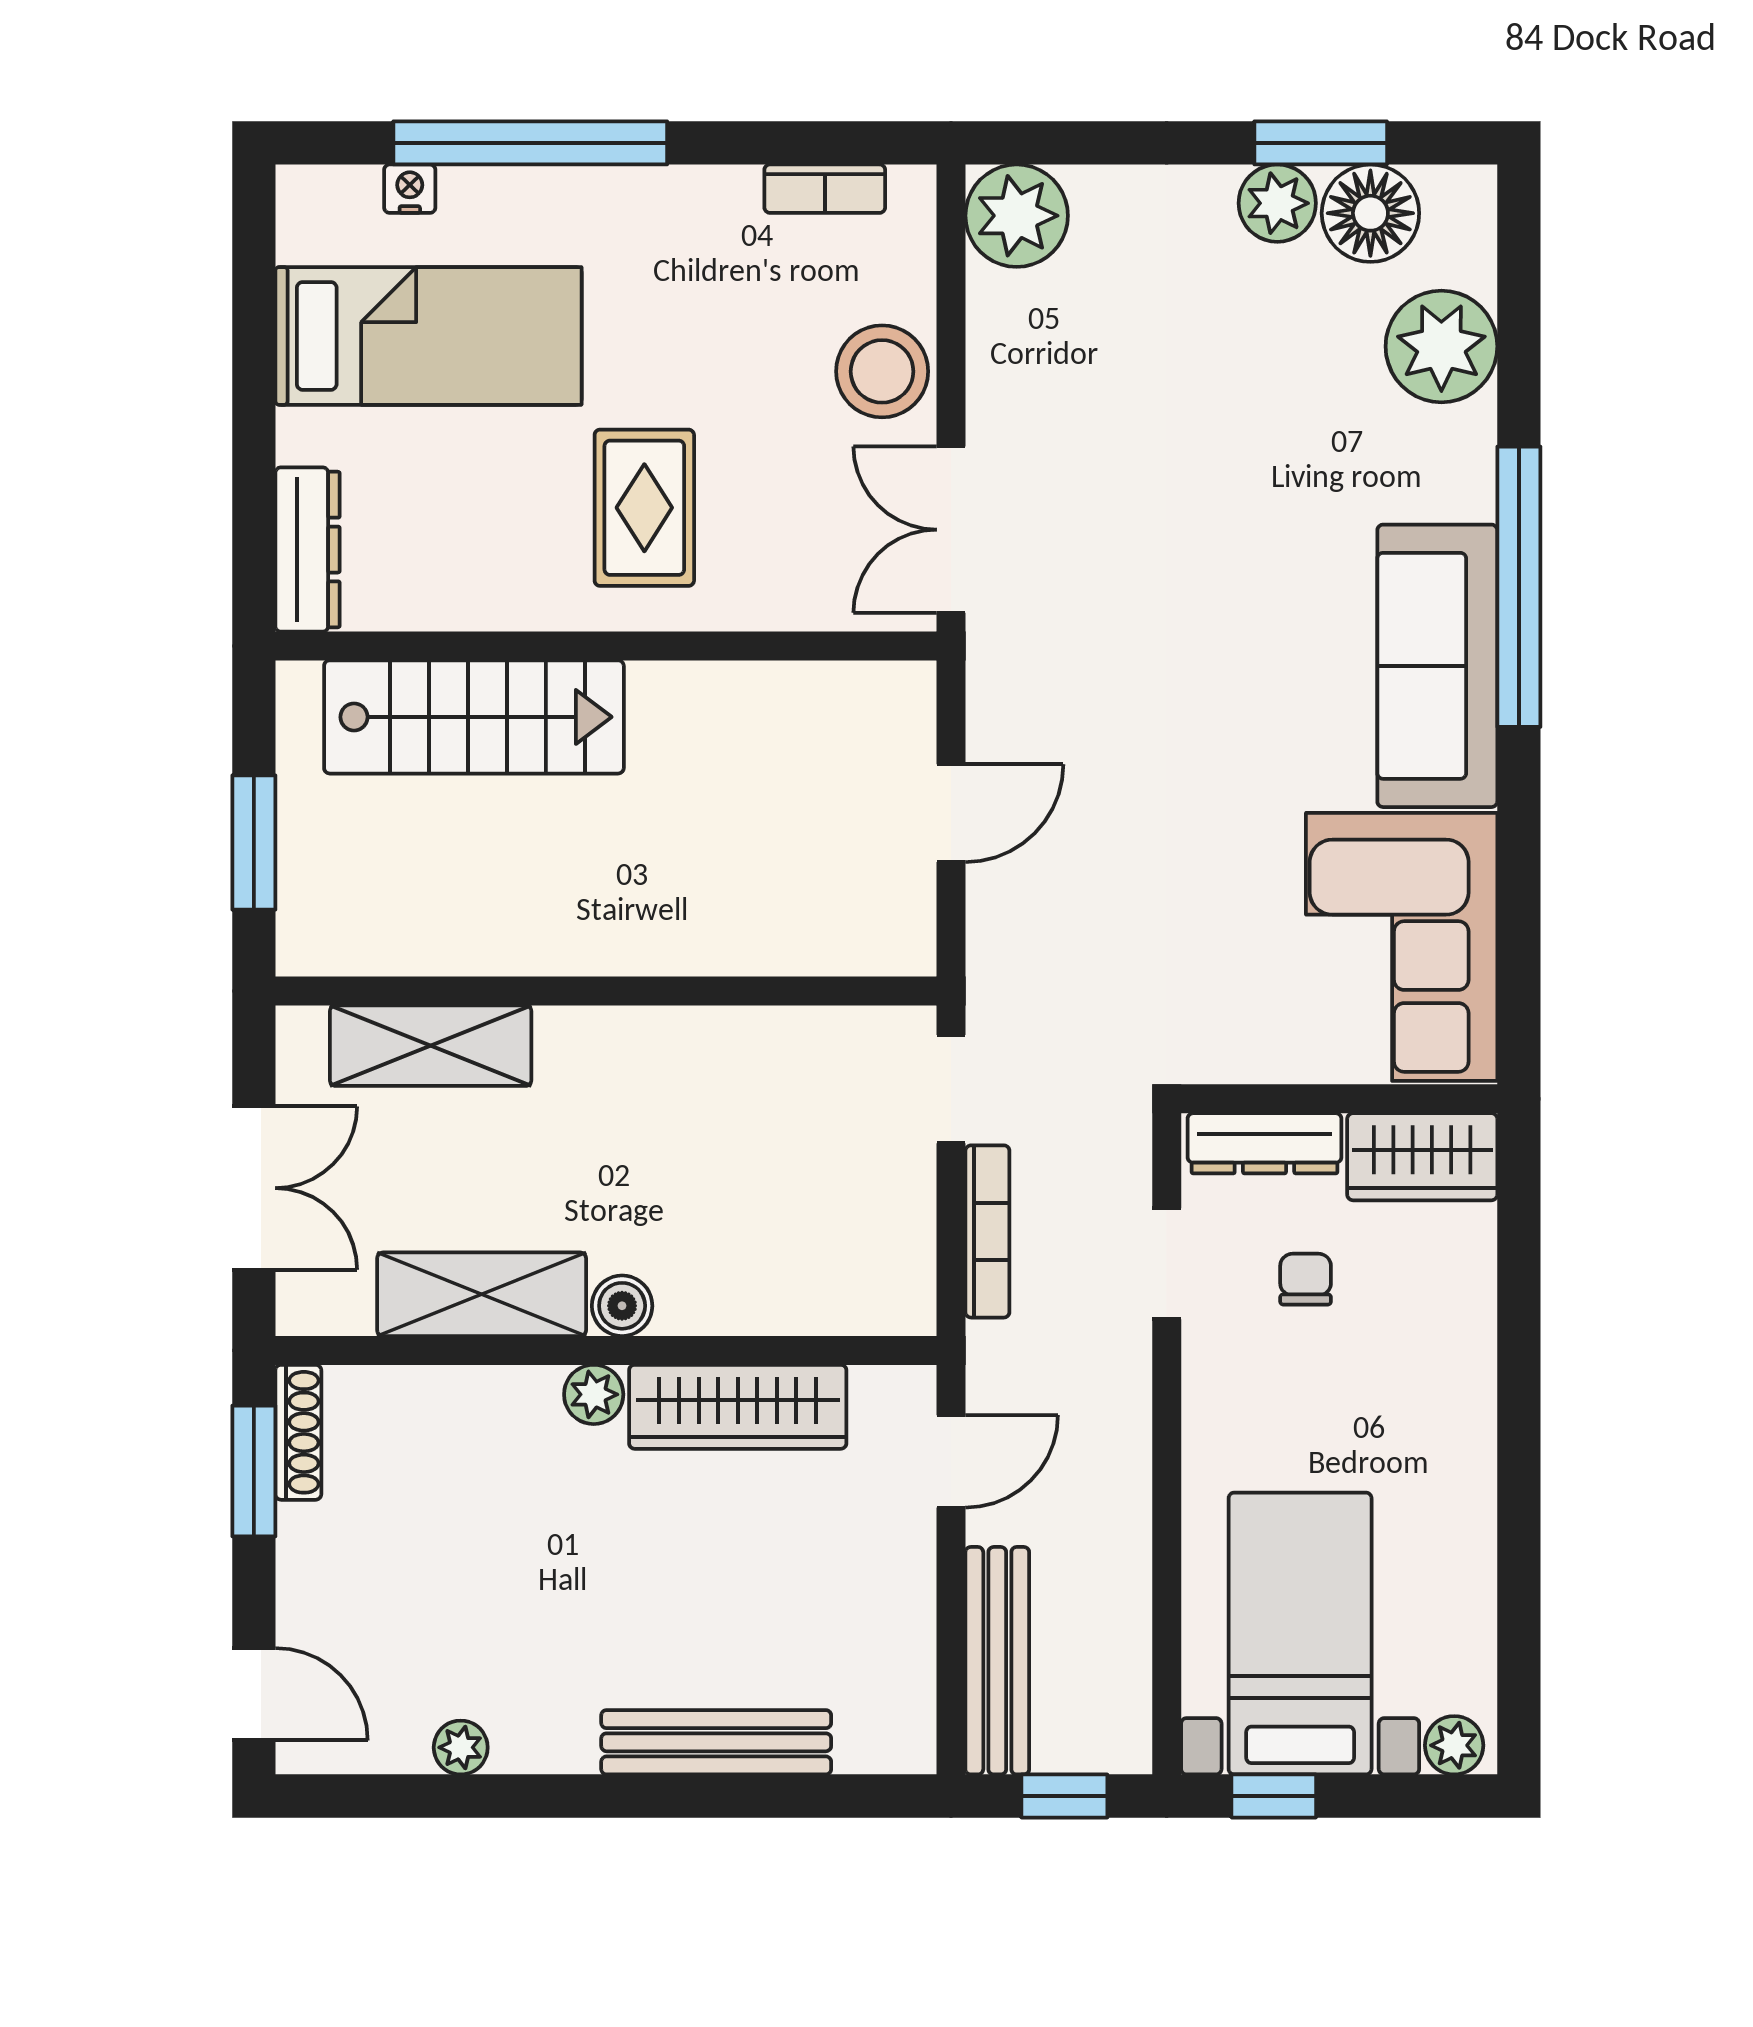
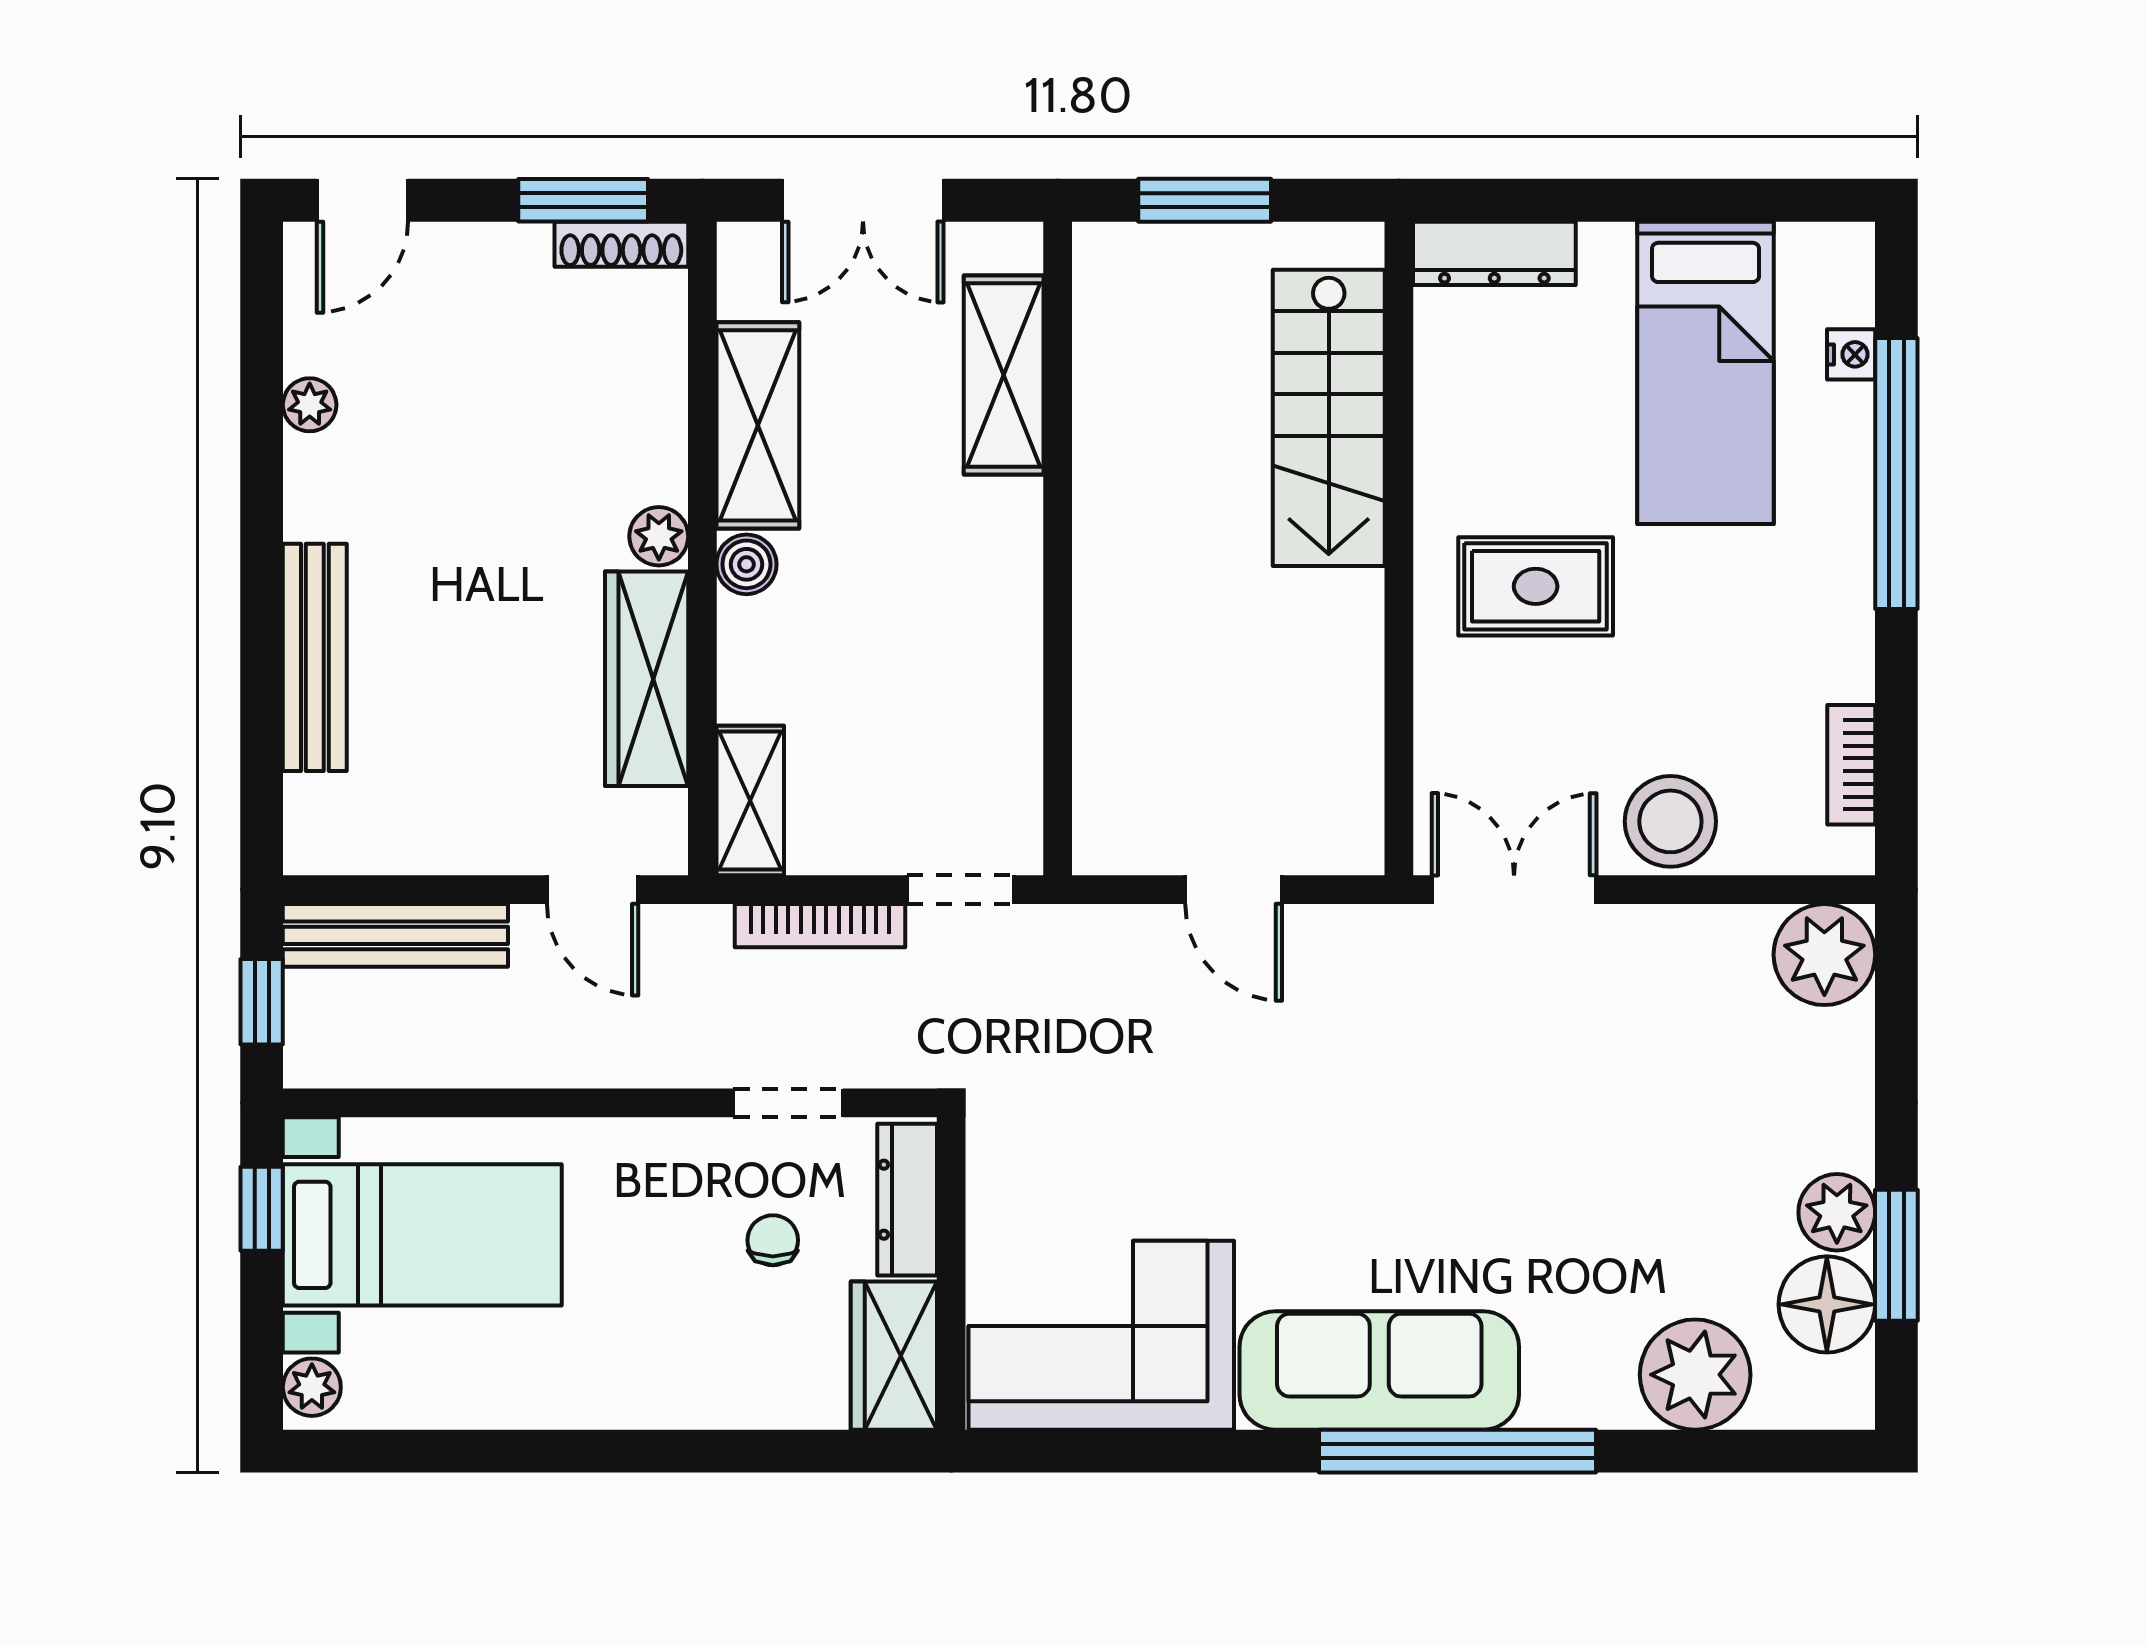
chair: (1306, 1279) -> (773, 1240), turned -90
shelving: (861, 1302) -> (750, 801), added

